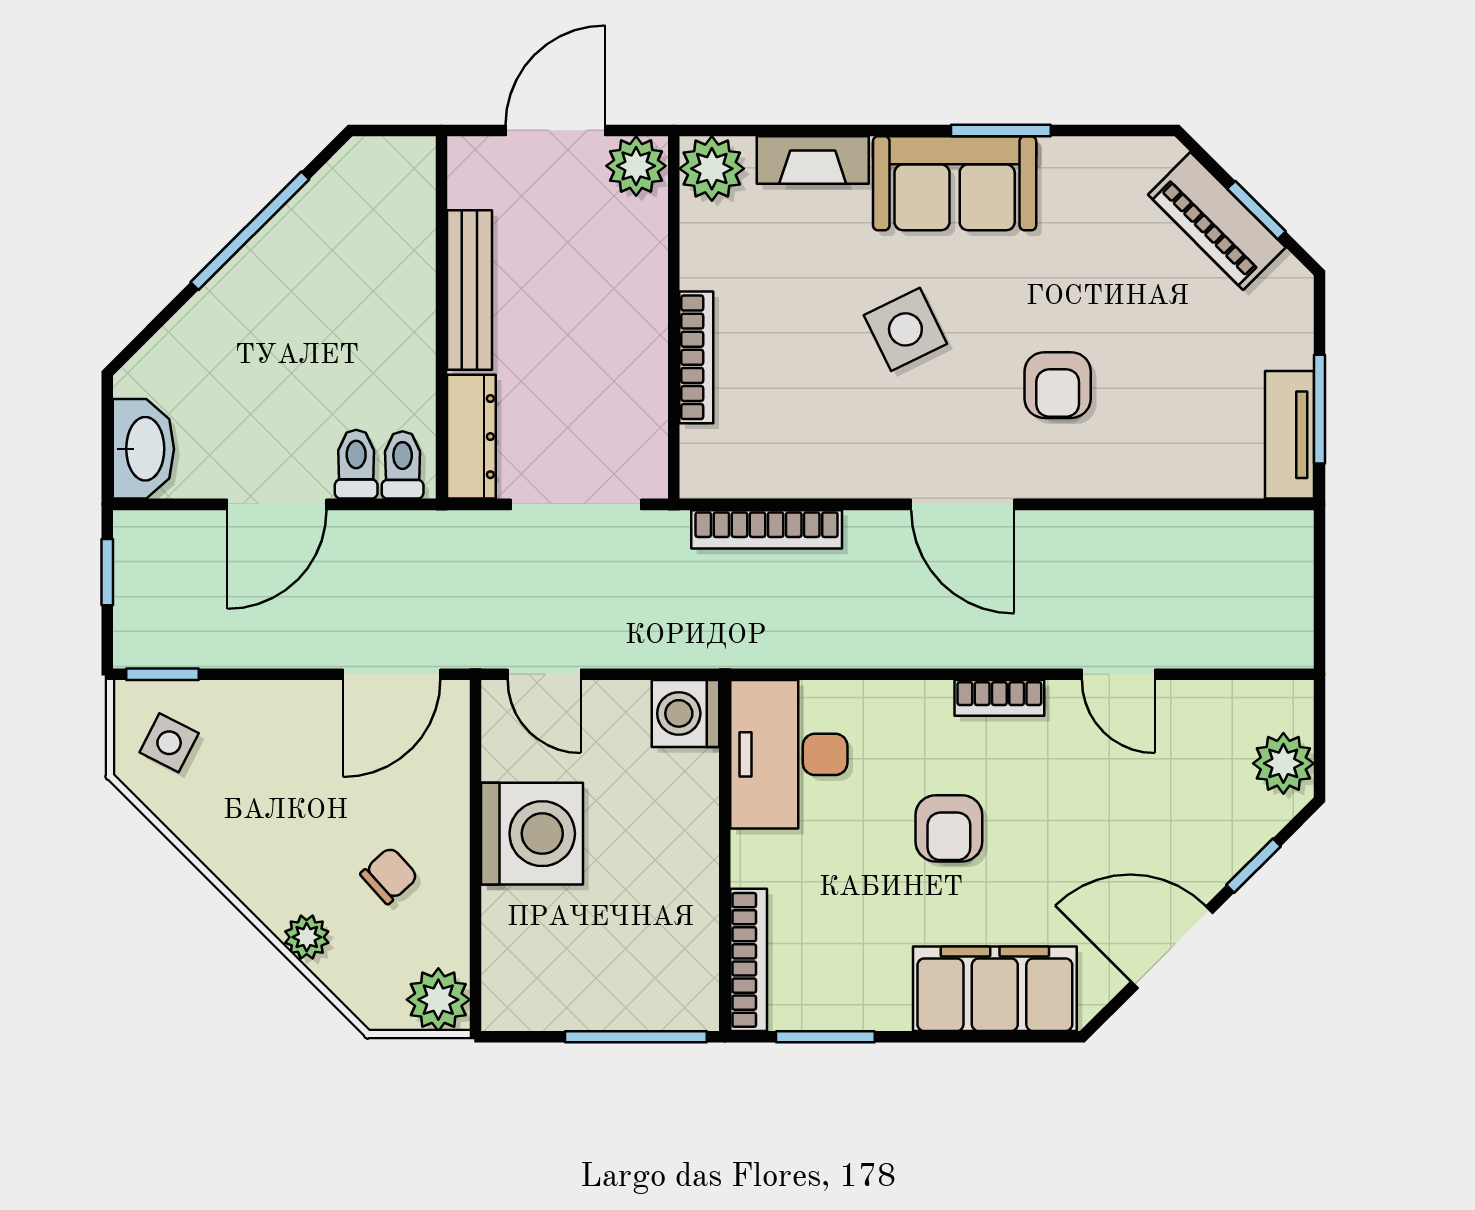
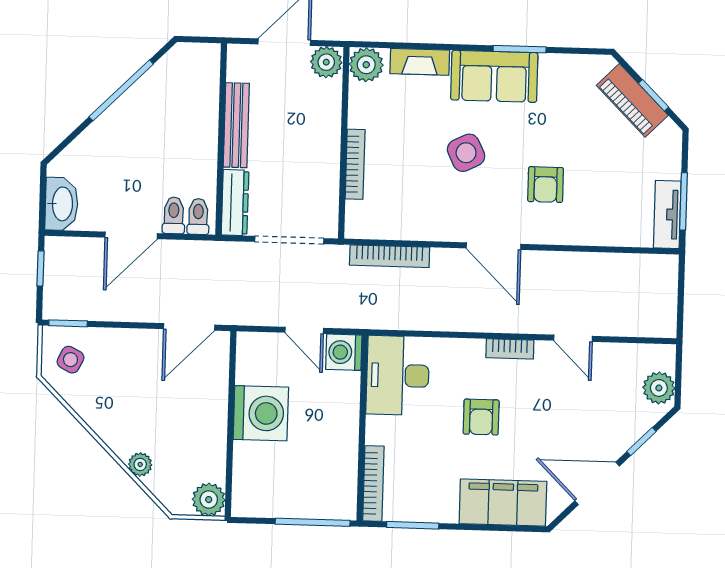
door: (544, 674) -> (304, 330), moved
chair: (389, 875) -> (185, 433), removed

